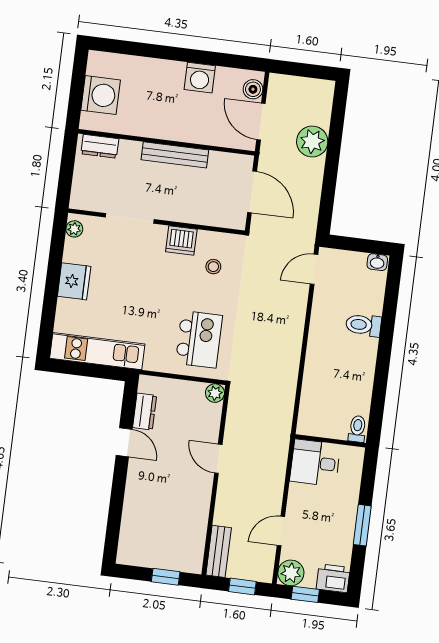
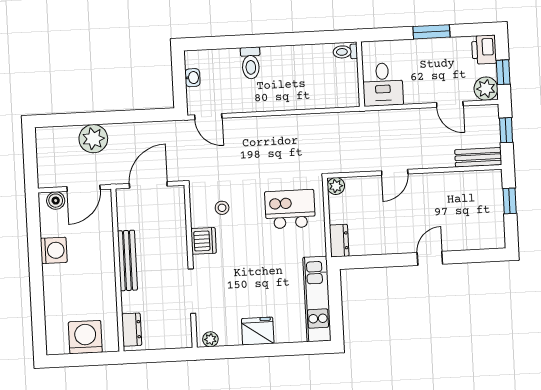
washbasin: (377, 262) -> (192, 78), moved
dresser: (145, 412) -> (339, 241), moved, turned 90
door: (124, 442) -> (430, 258), moved

